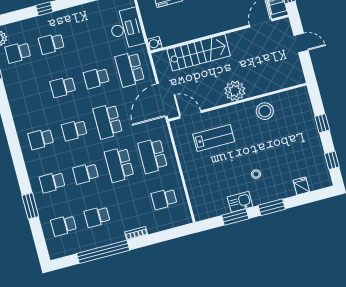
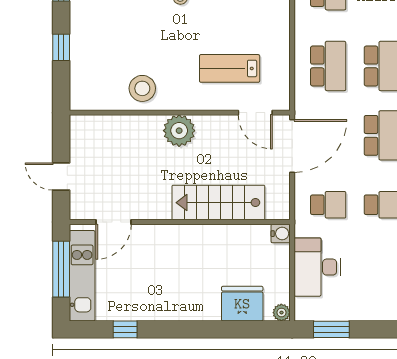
school desk: (130, 69) -> (328, 205), width x0.54

